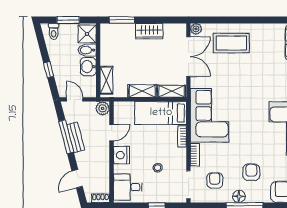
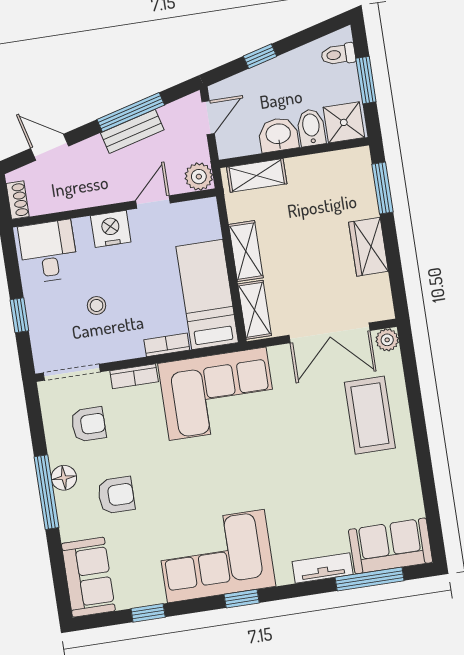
door: (112, 133) -> (153, 202), swing flipped

